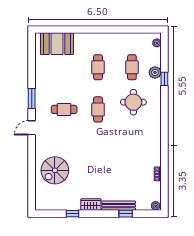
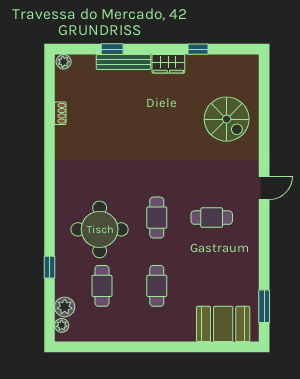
plant: (155, 72) -> (65, 307), moved
window: (32, 99) -> (264, 306), moved
round table: (133, 102) -> (100, 229), width x1.36, depth x1.36
spiral stairs: (55, 170) -> (227, 119), turned 90

